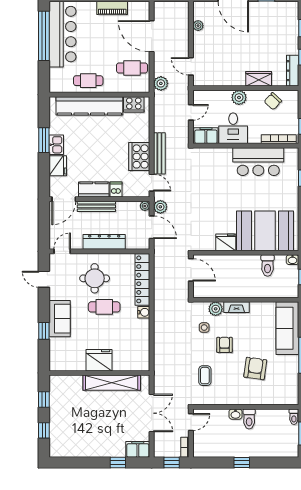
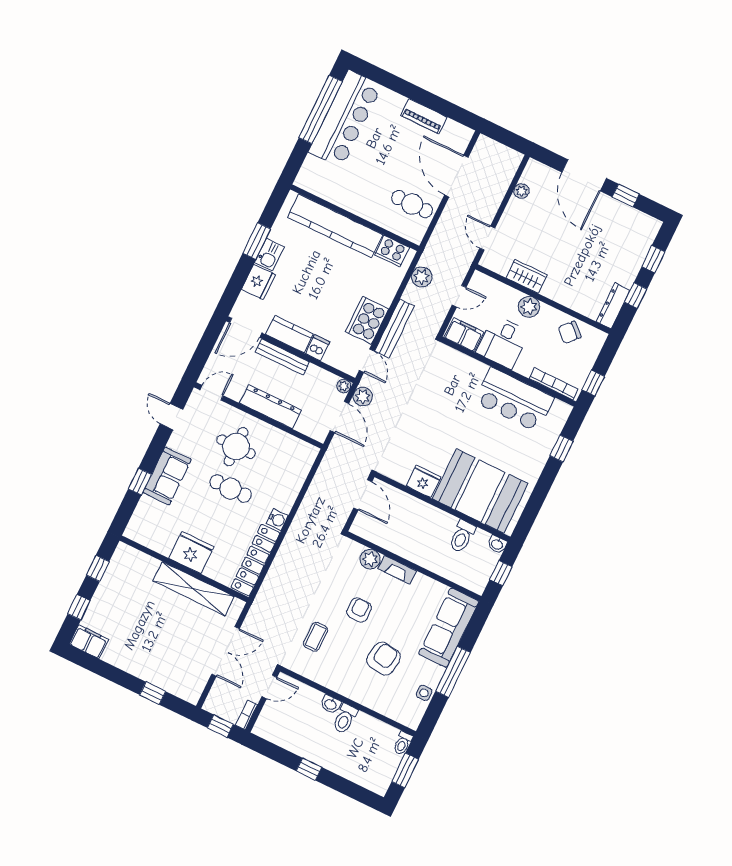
wardrobe: (259, 79) -> (527, 276), moved
cafe table: (88, 81) -> (349, 193), removed
plant: (161, 83) -> (422, 277), moved
locker: (142, 279) -> (255, 560), moved
side table: (204, 328) -> (424, 693), moved
filing cabinet: (138, 449) -> (89, 642), moved

